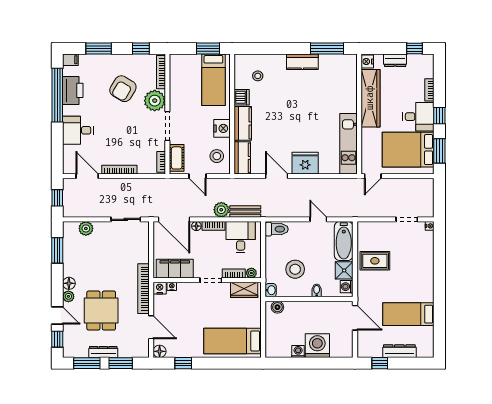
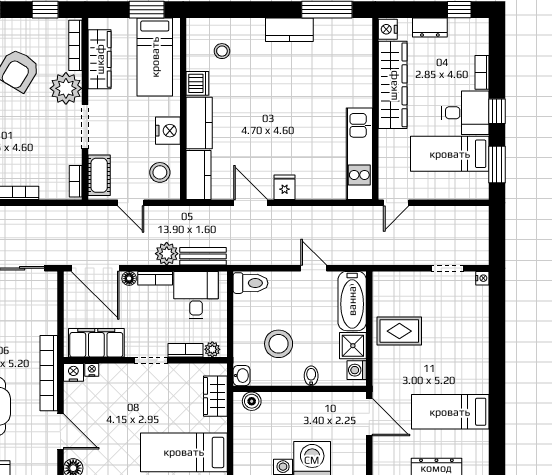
wardrobe: (177, 81) -> (100, 59), added
bed: (408, 150) -> (450, 154), width x0.67
fridge: (305, 163) -> (285, 187), width x0.53, depth x0.75
wardrobe: (244, 290) -> (215, 396), moved, turned 90

